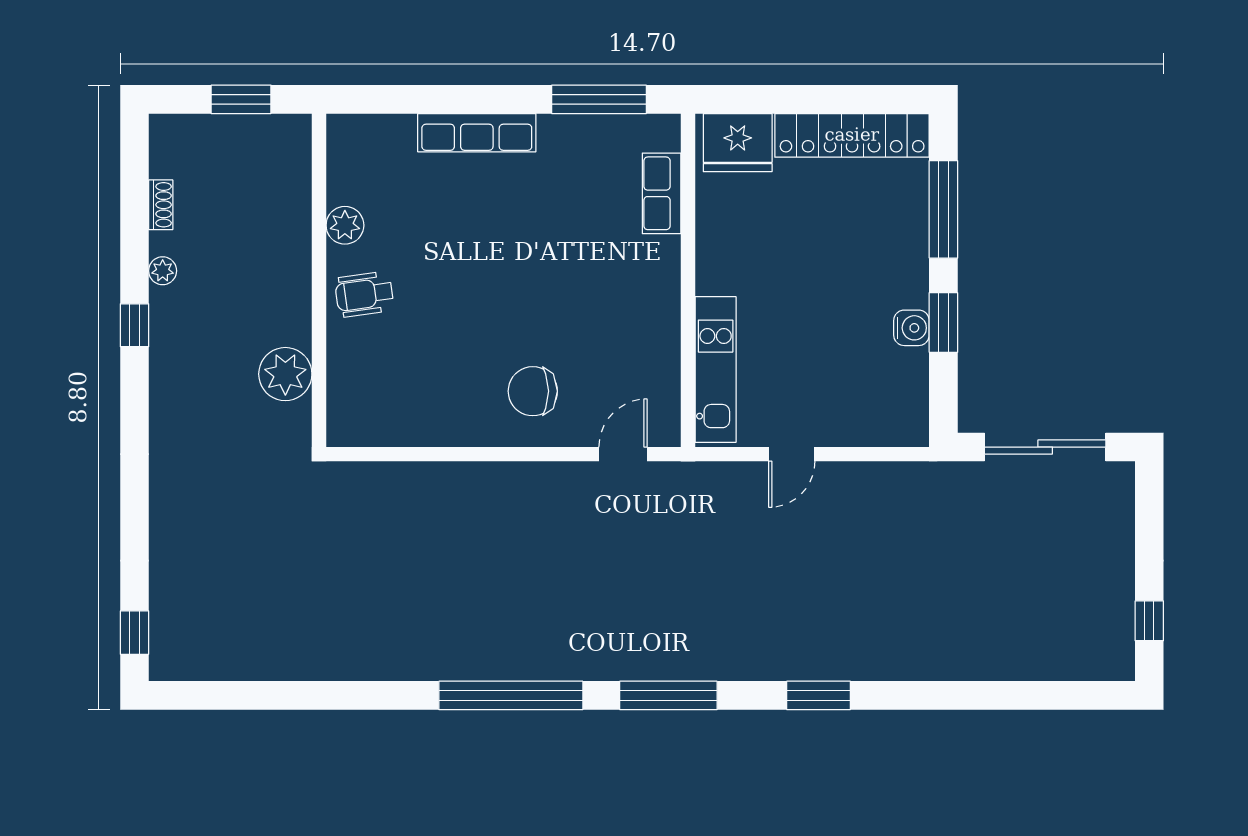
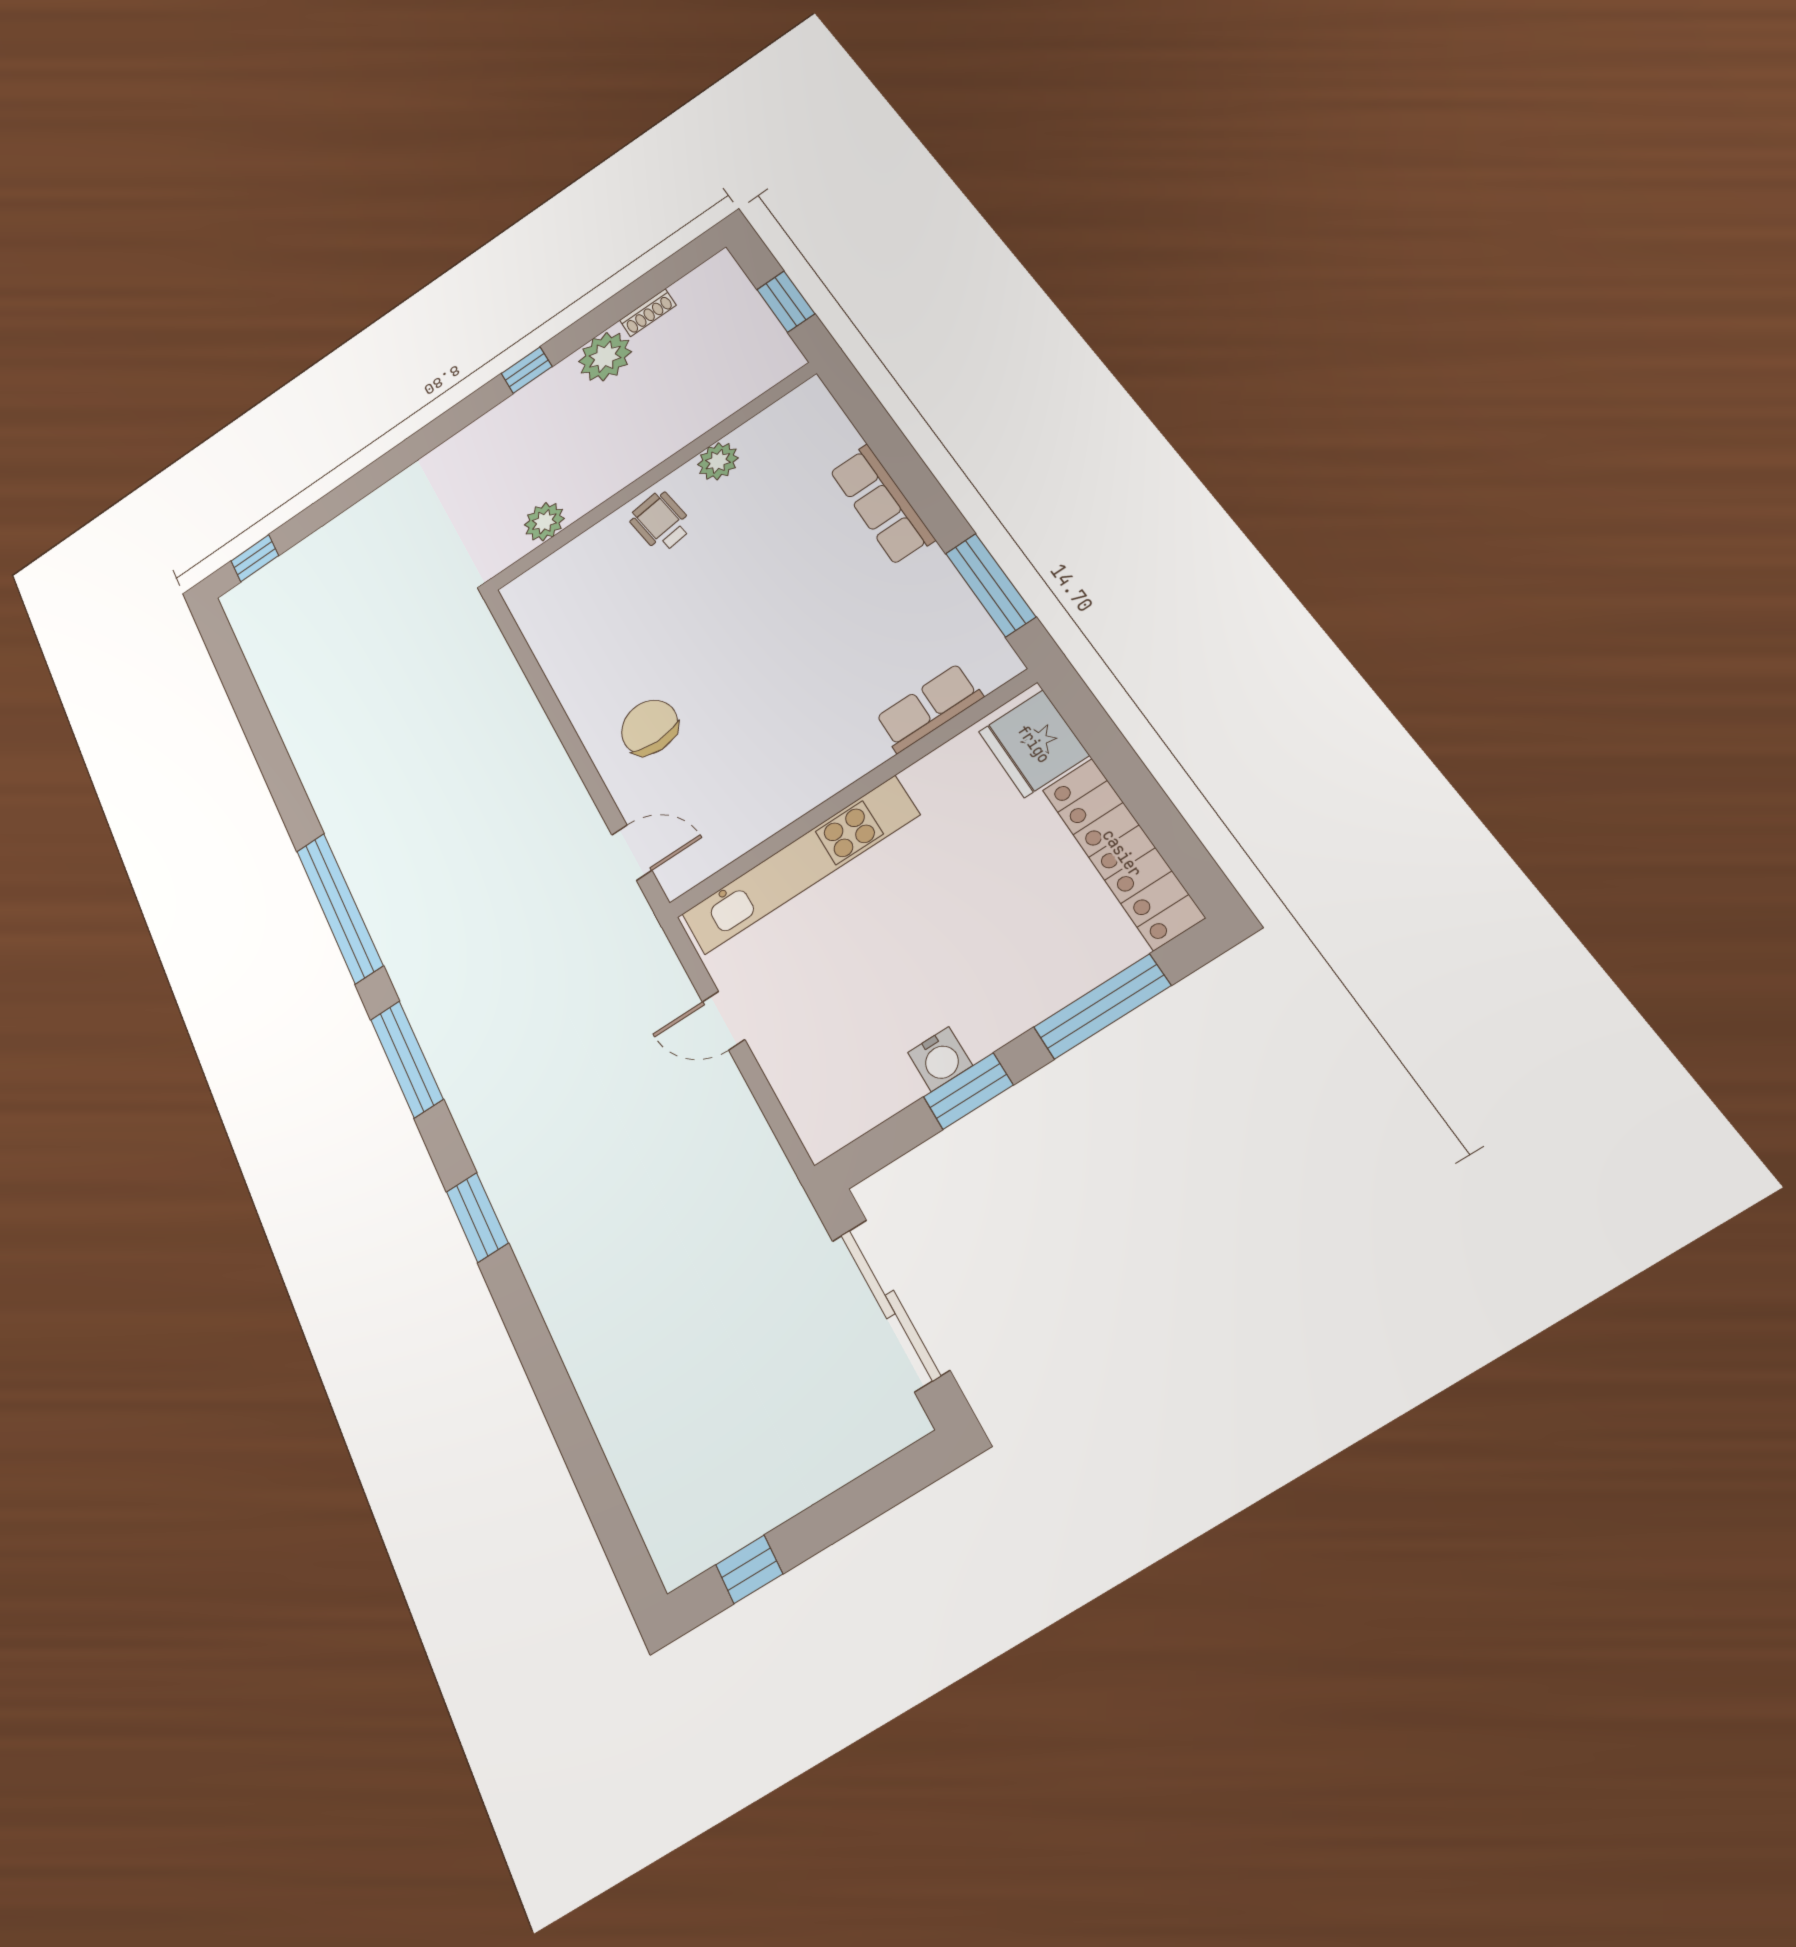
plant: (163, 271) -> (605, 357), width x1.87, depth x1.87
kitchen unit: (716, 370) -> (800, 865), width x1.36
plant: (285, 374) -> (544, 522), width x0.73, depth x0.73

